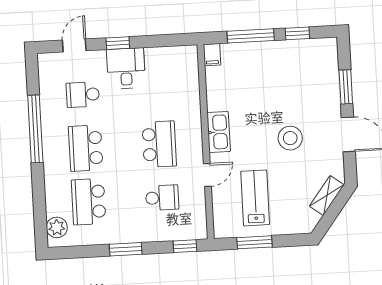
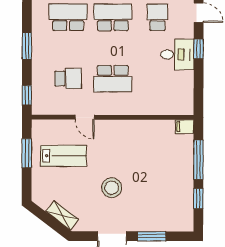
kitchen sink: (219, 132) -> (120, 129), removed
school desk: (162, 198) -> (68, 79), turned -90

